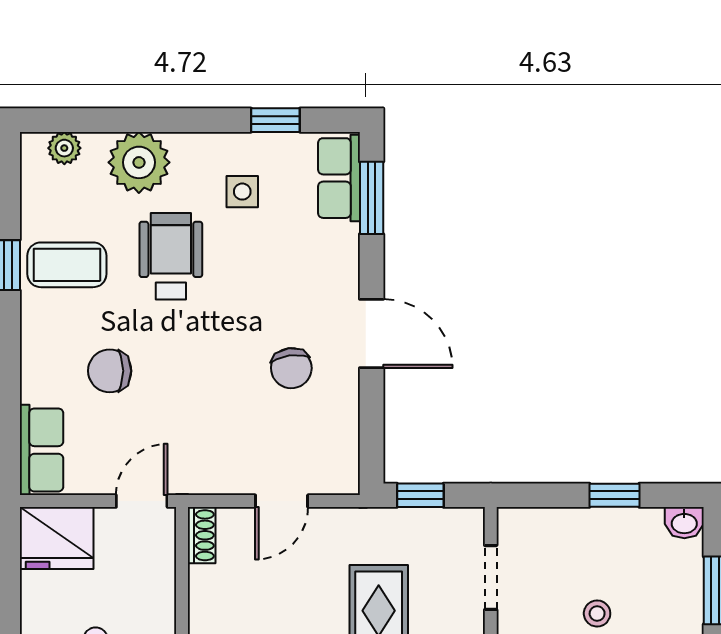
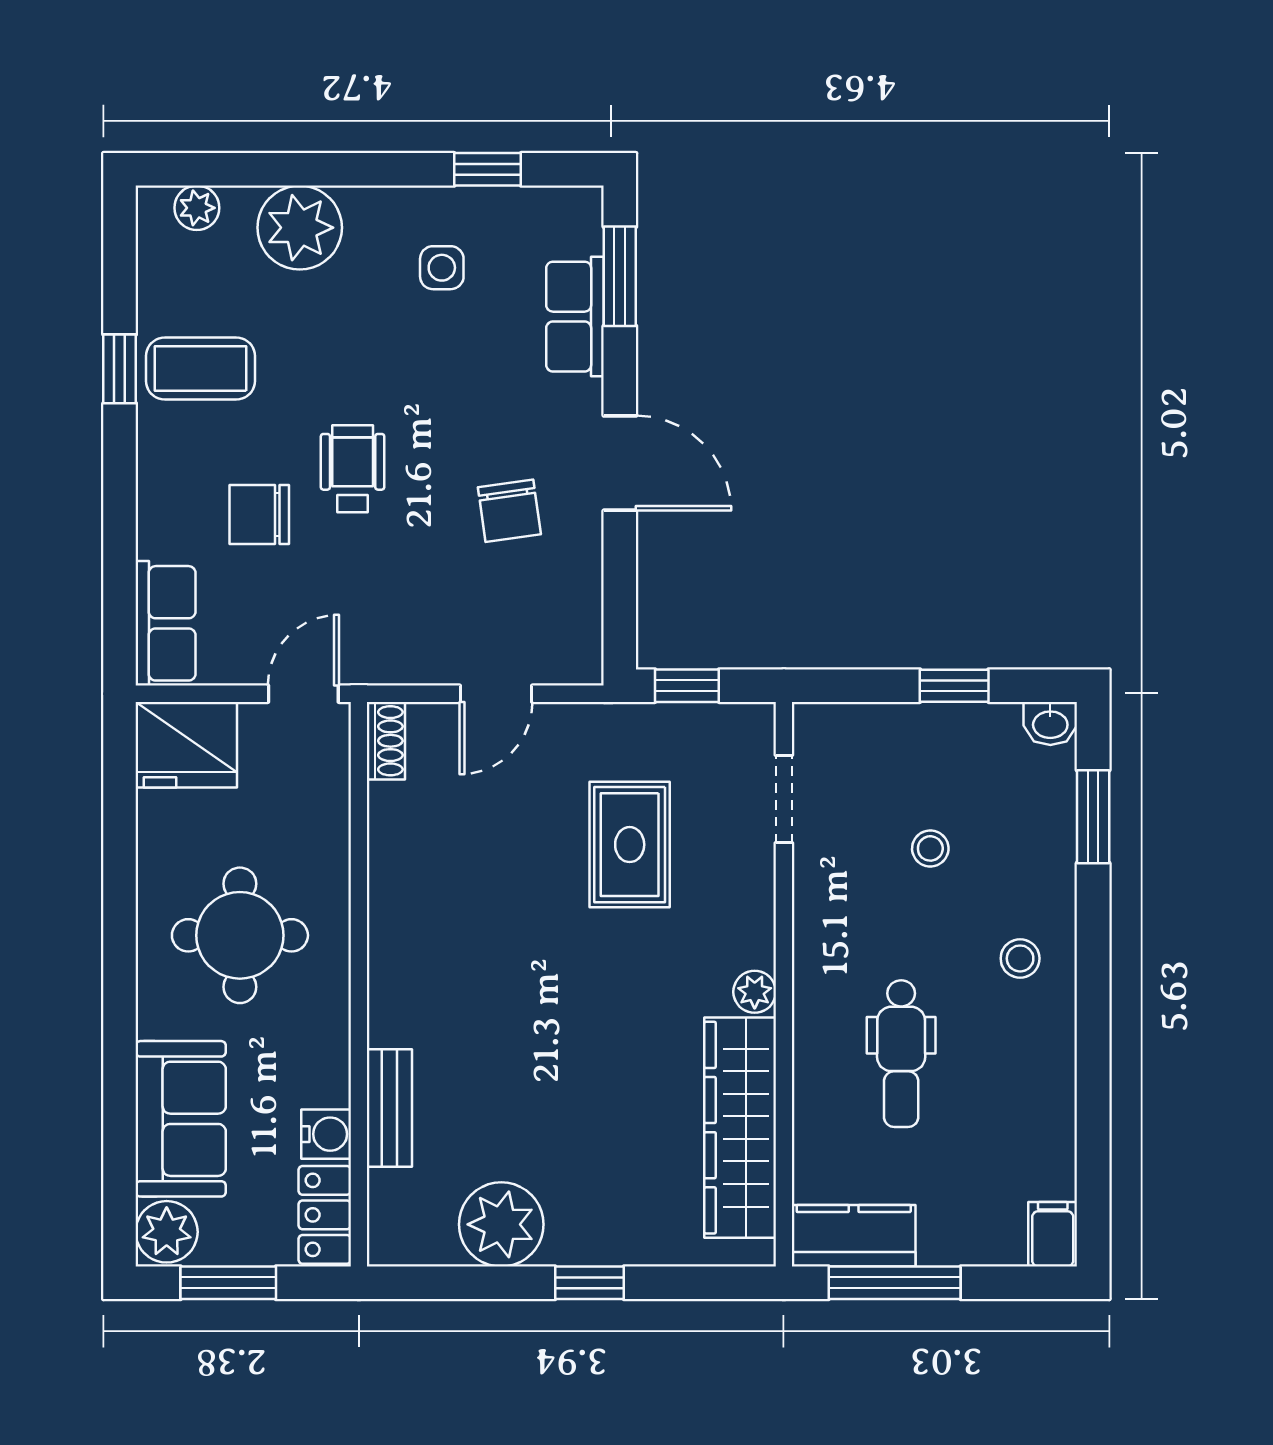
row of seats: (339, 178) -> (575, 317), moved
wheelchair: (171, 256) -> (353, 469), moved, width x0.73, depth x0.73

